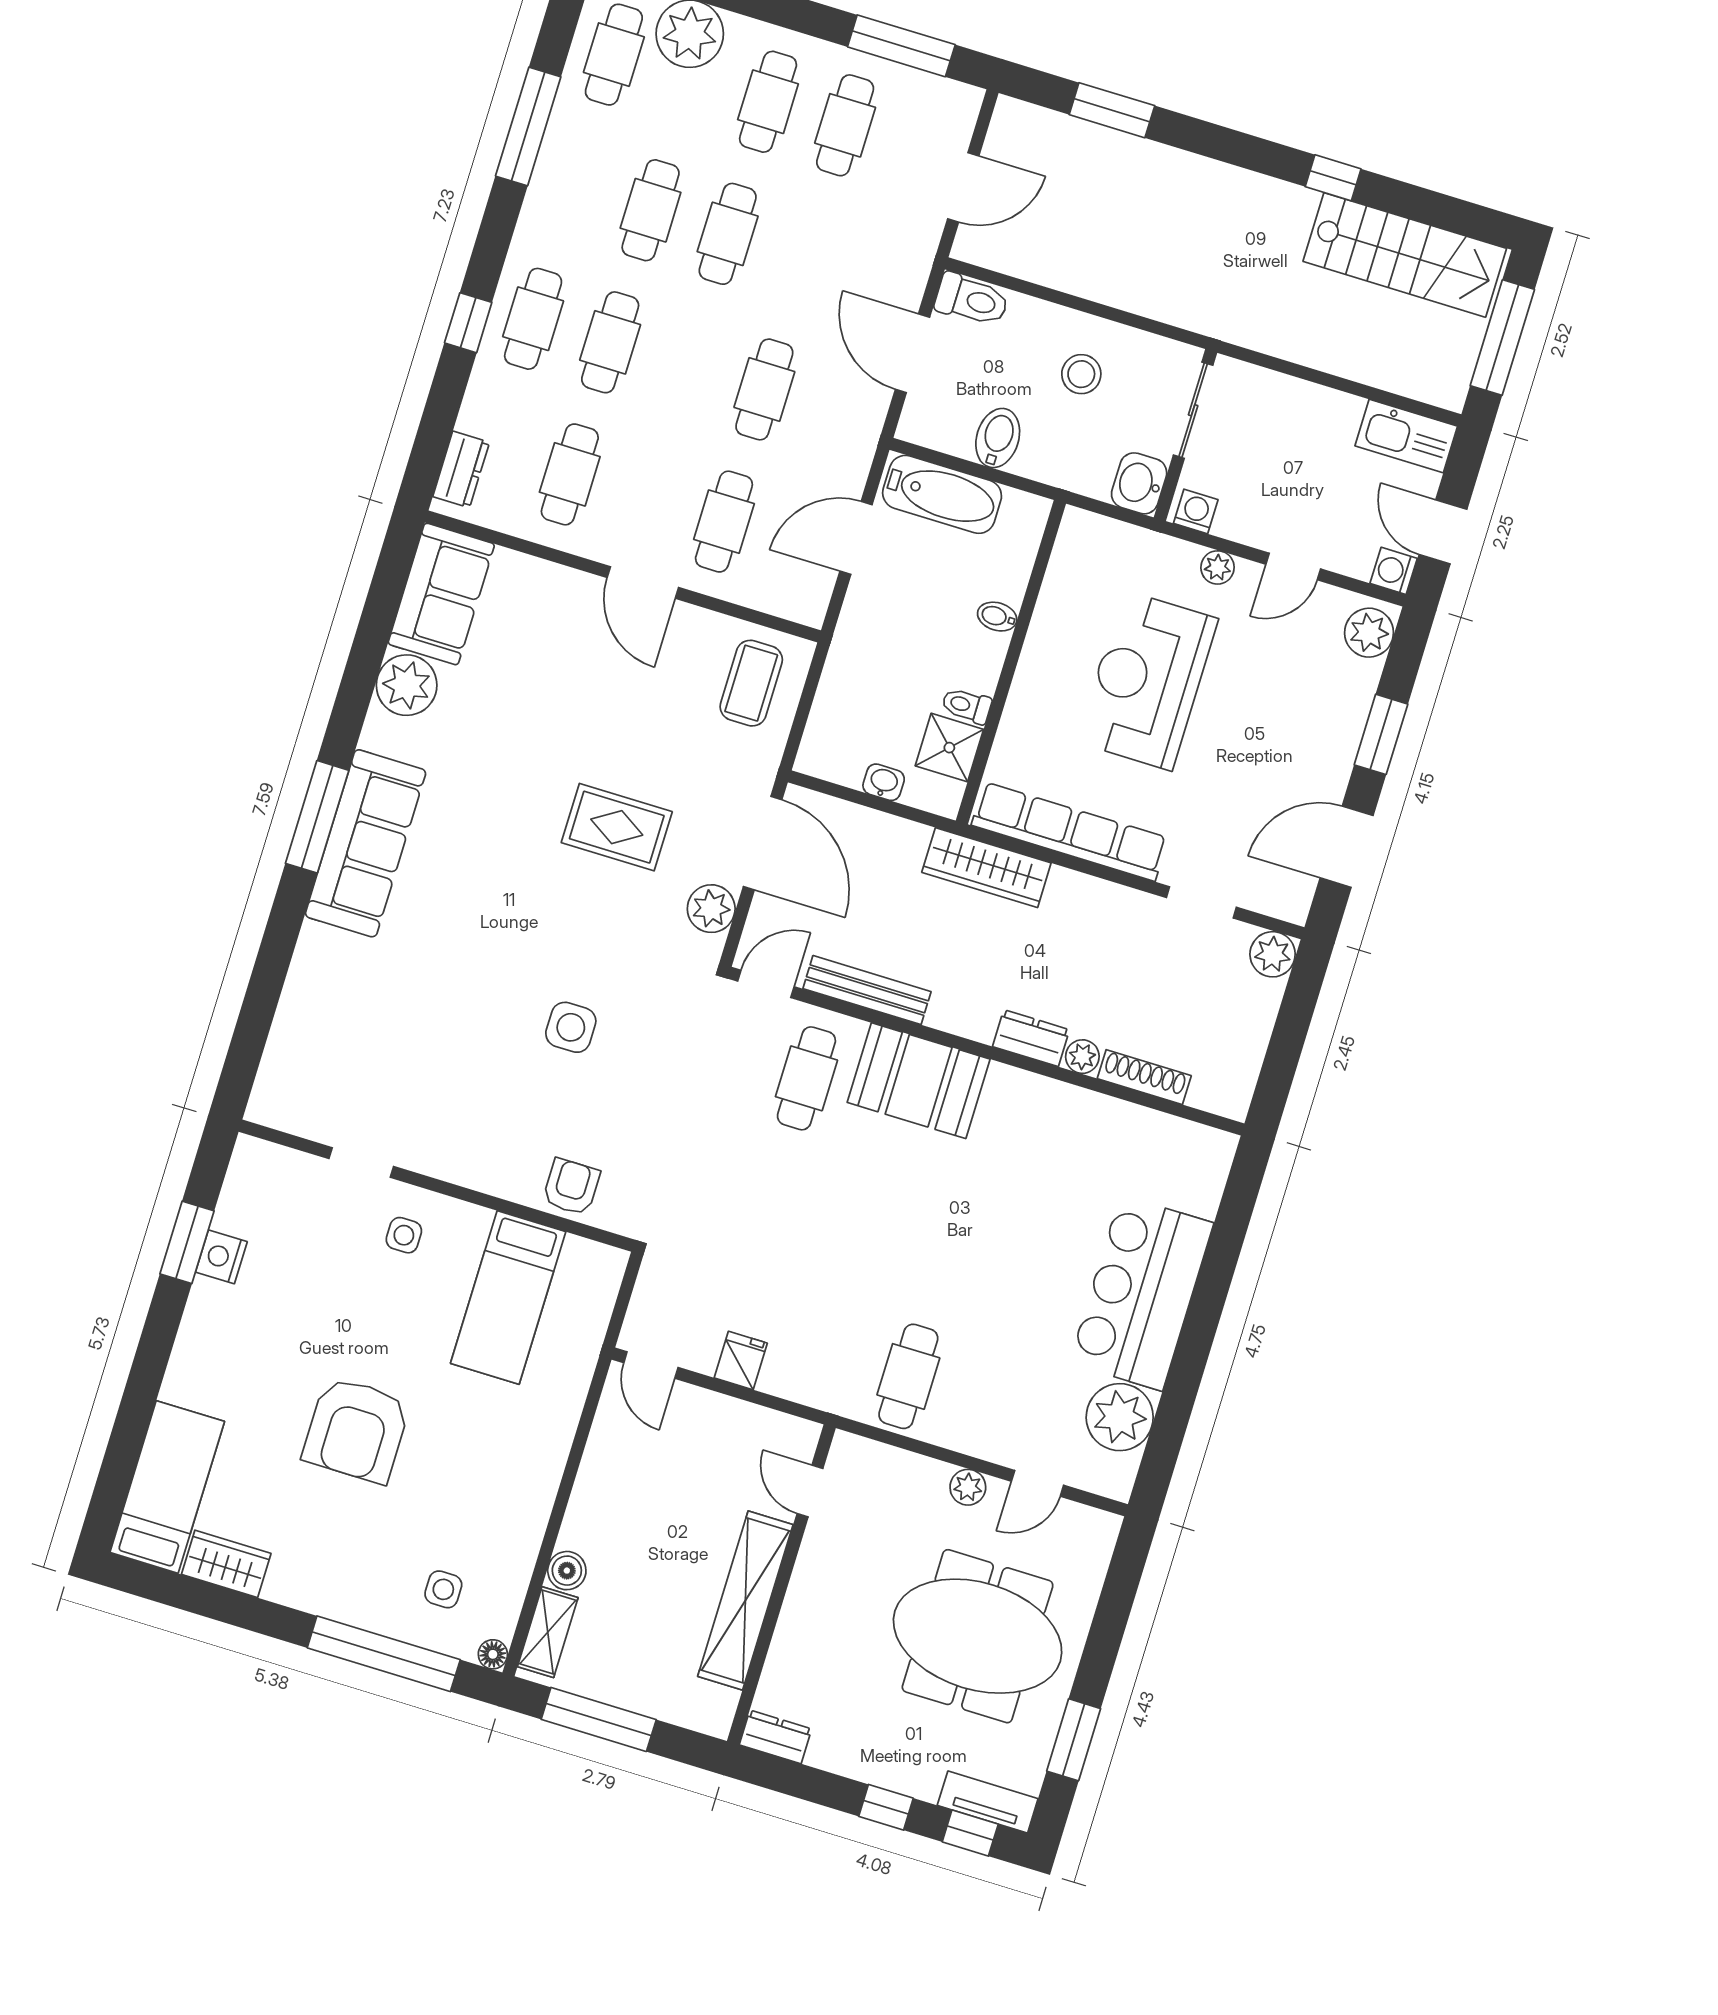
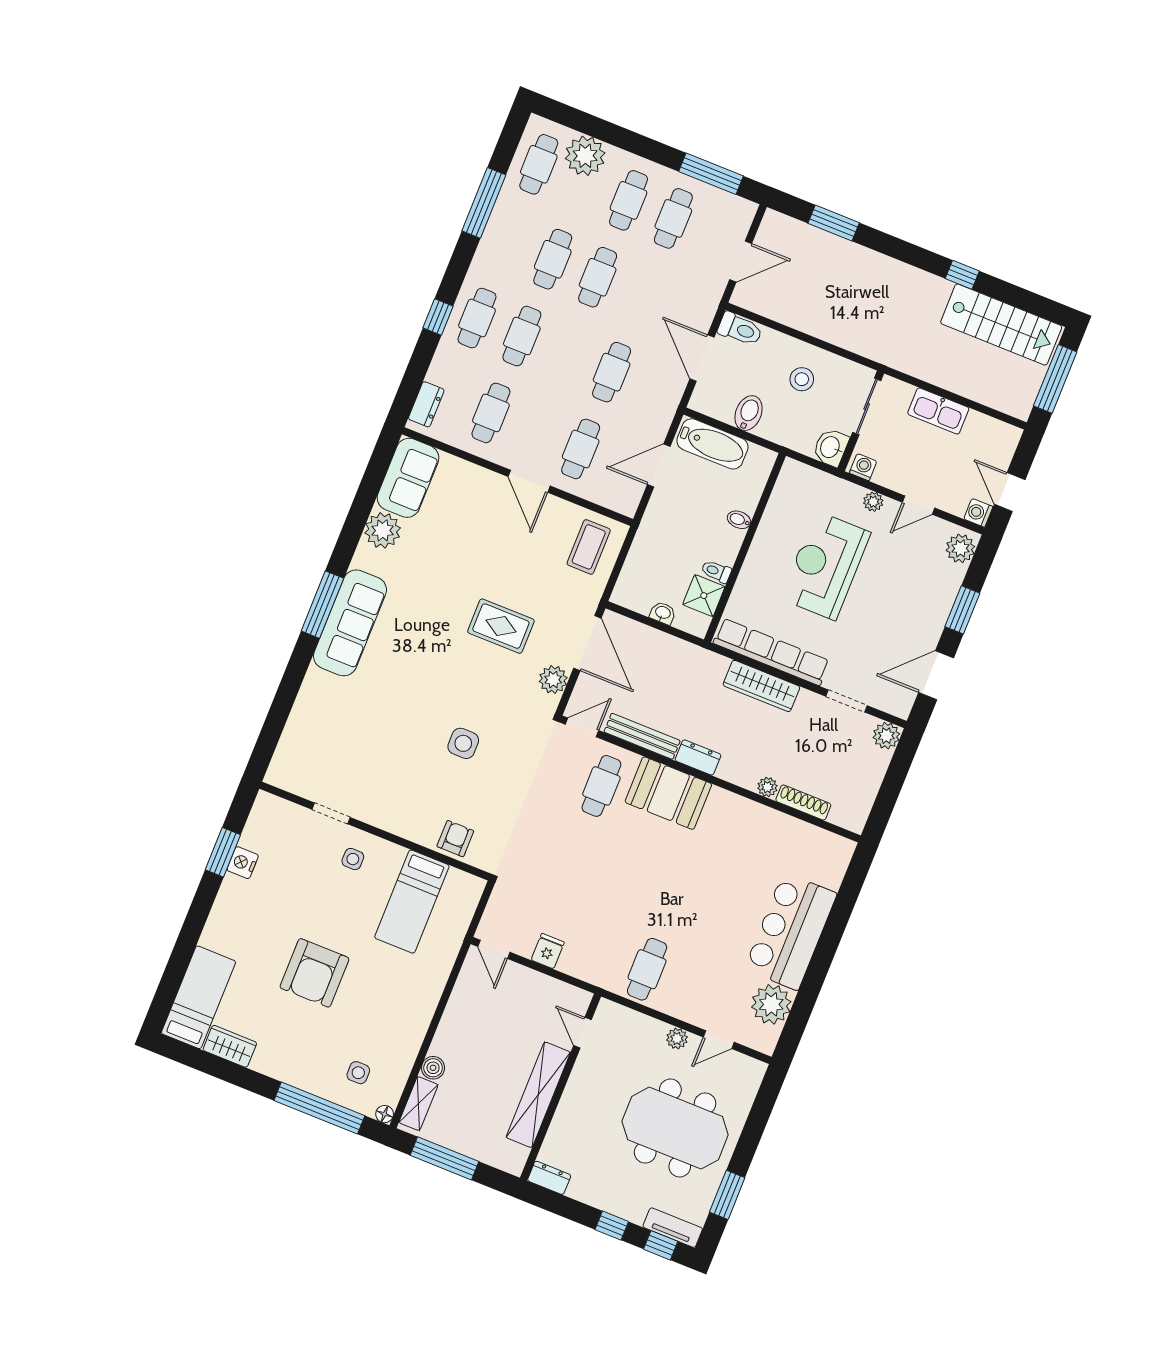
kitchen sink: (1406, 436) -> (938, 411), moved
wardrobe: (986, 868) -> (761, 686), moved
dresser: (1031, 1038) -> (698, 757), moved

